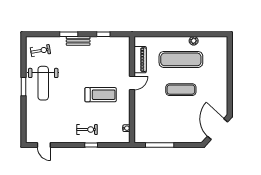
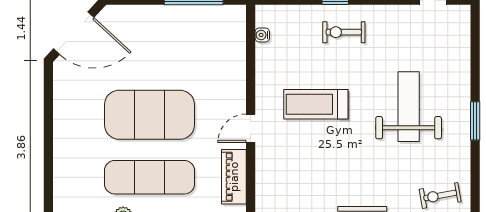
weight bench: (43, 83) -> (409, 107), moved
exercise mat: (181, 90) -> (150, 115), width x2.00, depth x1.45
door: (218, 129) -> (74, 33), hinge flipped

